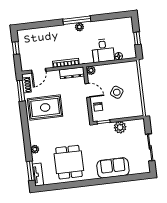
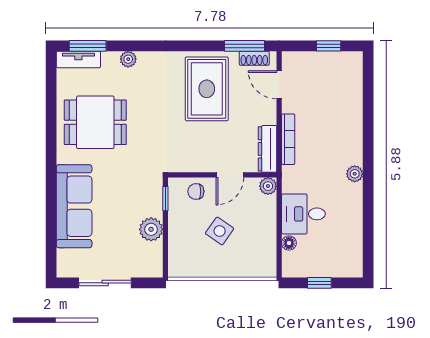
window: (77, 20) -> (368, 170), removed
sofa: (113, 168) -> (74, 206), width x1.36

